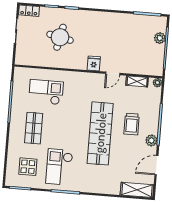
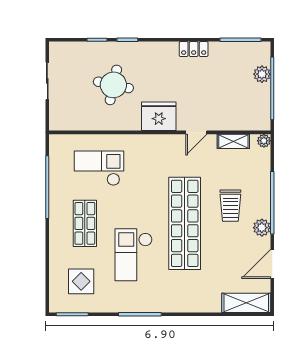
locker: (29, 11) -> (194, 49), moved
fridge: (94, 63) -> (159, 116), width x1.88, depth x1.34
checkout: (59, 167) -> (134, 255), moved

